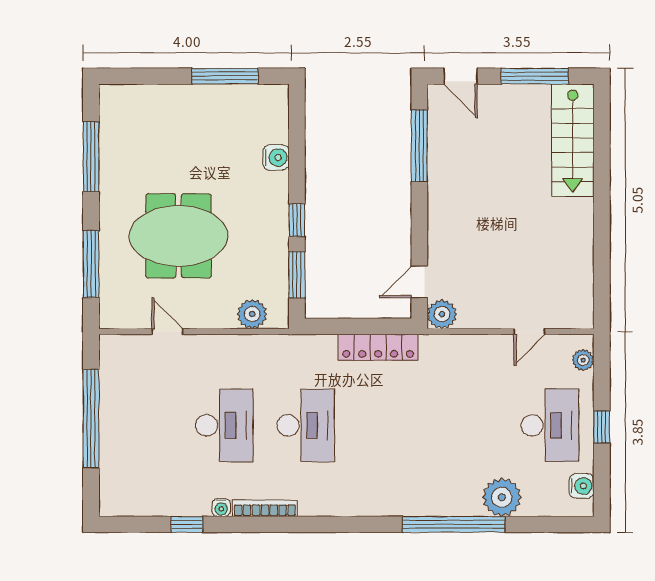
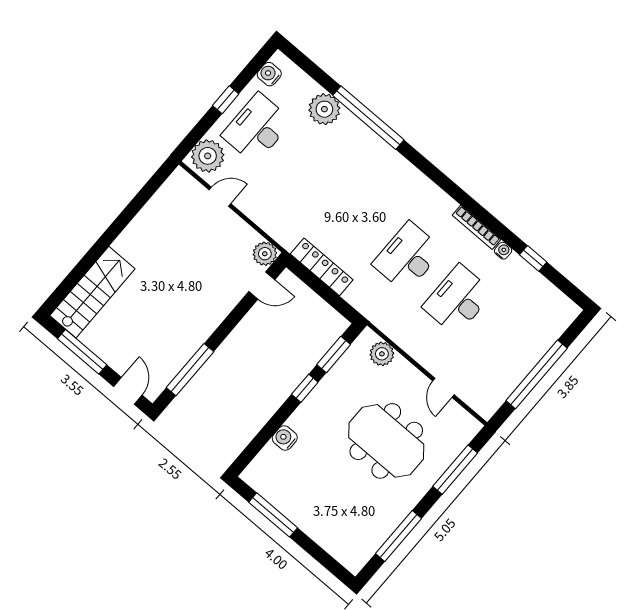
plant: (583, 360) -> (208, 156), width x1.87, depth x1.87

